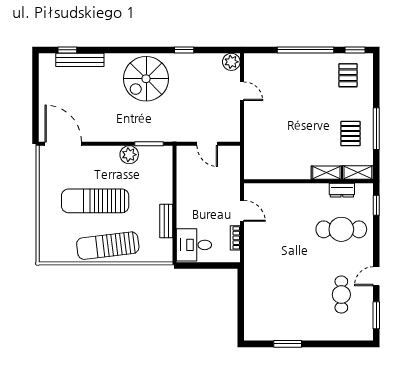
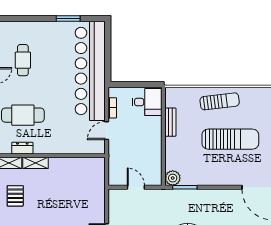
plant: (129, 155) -> (173, 178), moved
door: (242, 211) -> (107, 131), hinge flipped
sun lounger: (108, 246) -> (220, 101), width x0.73, depth x0.75
bar counter: (261, 282) -> (90, 71), added

